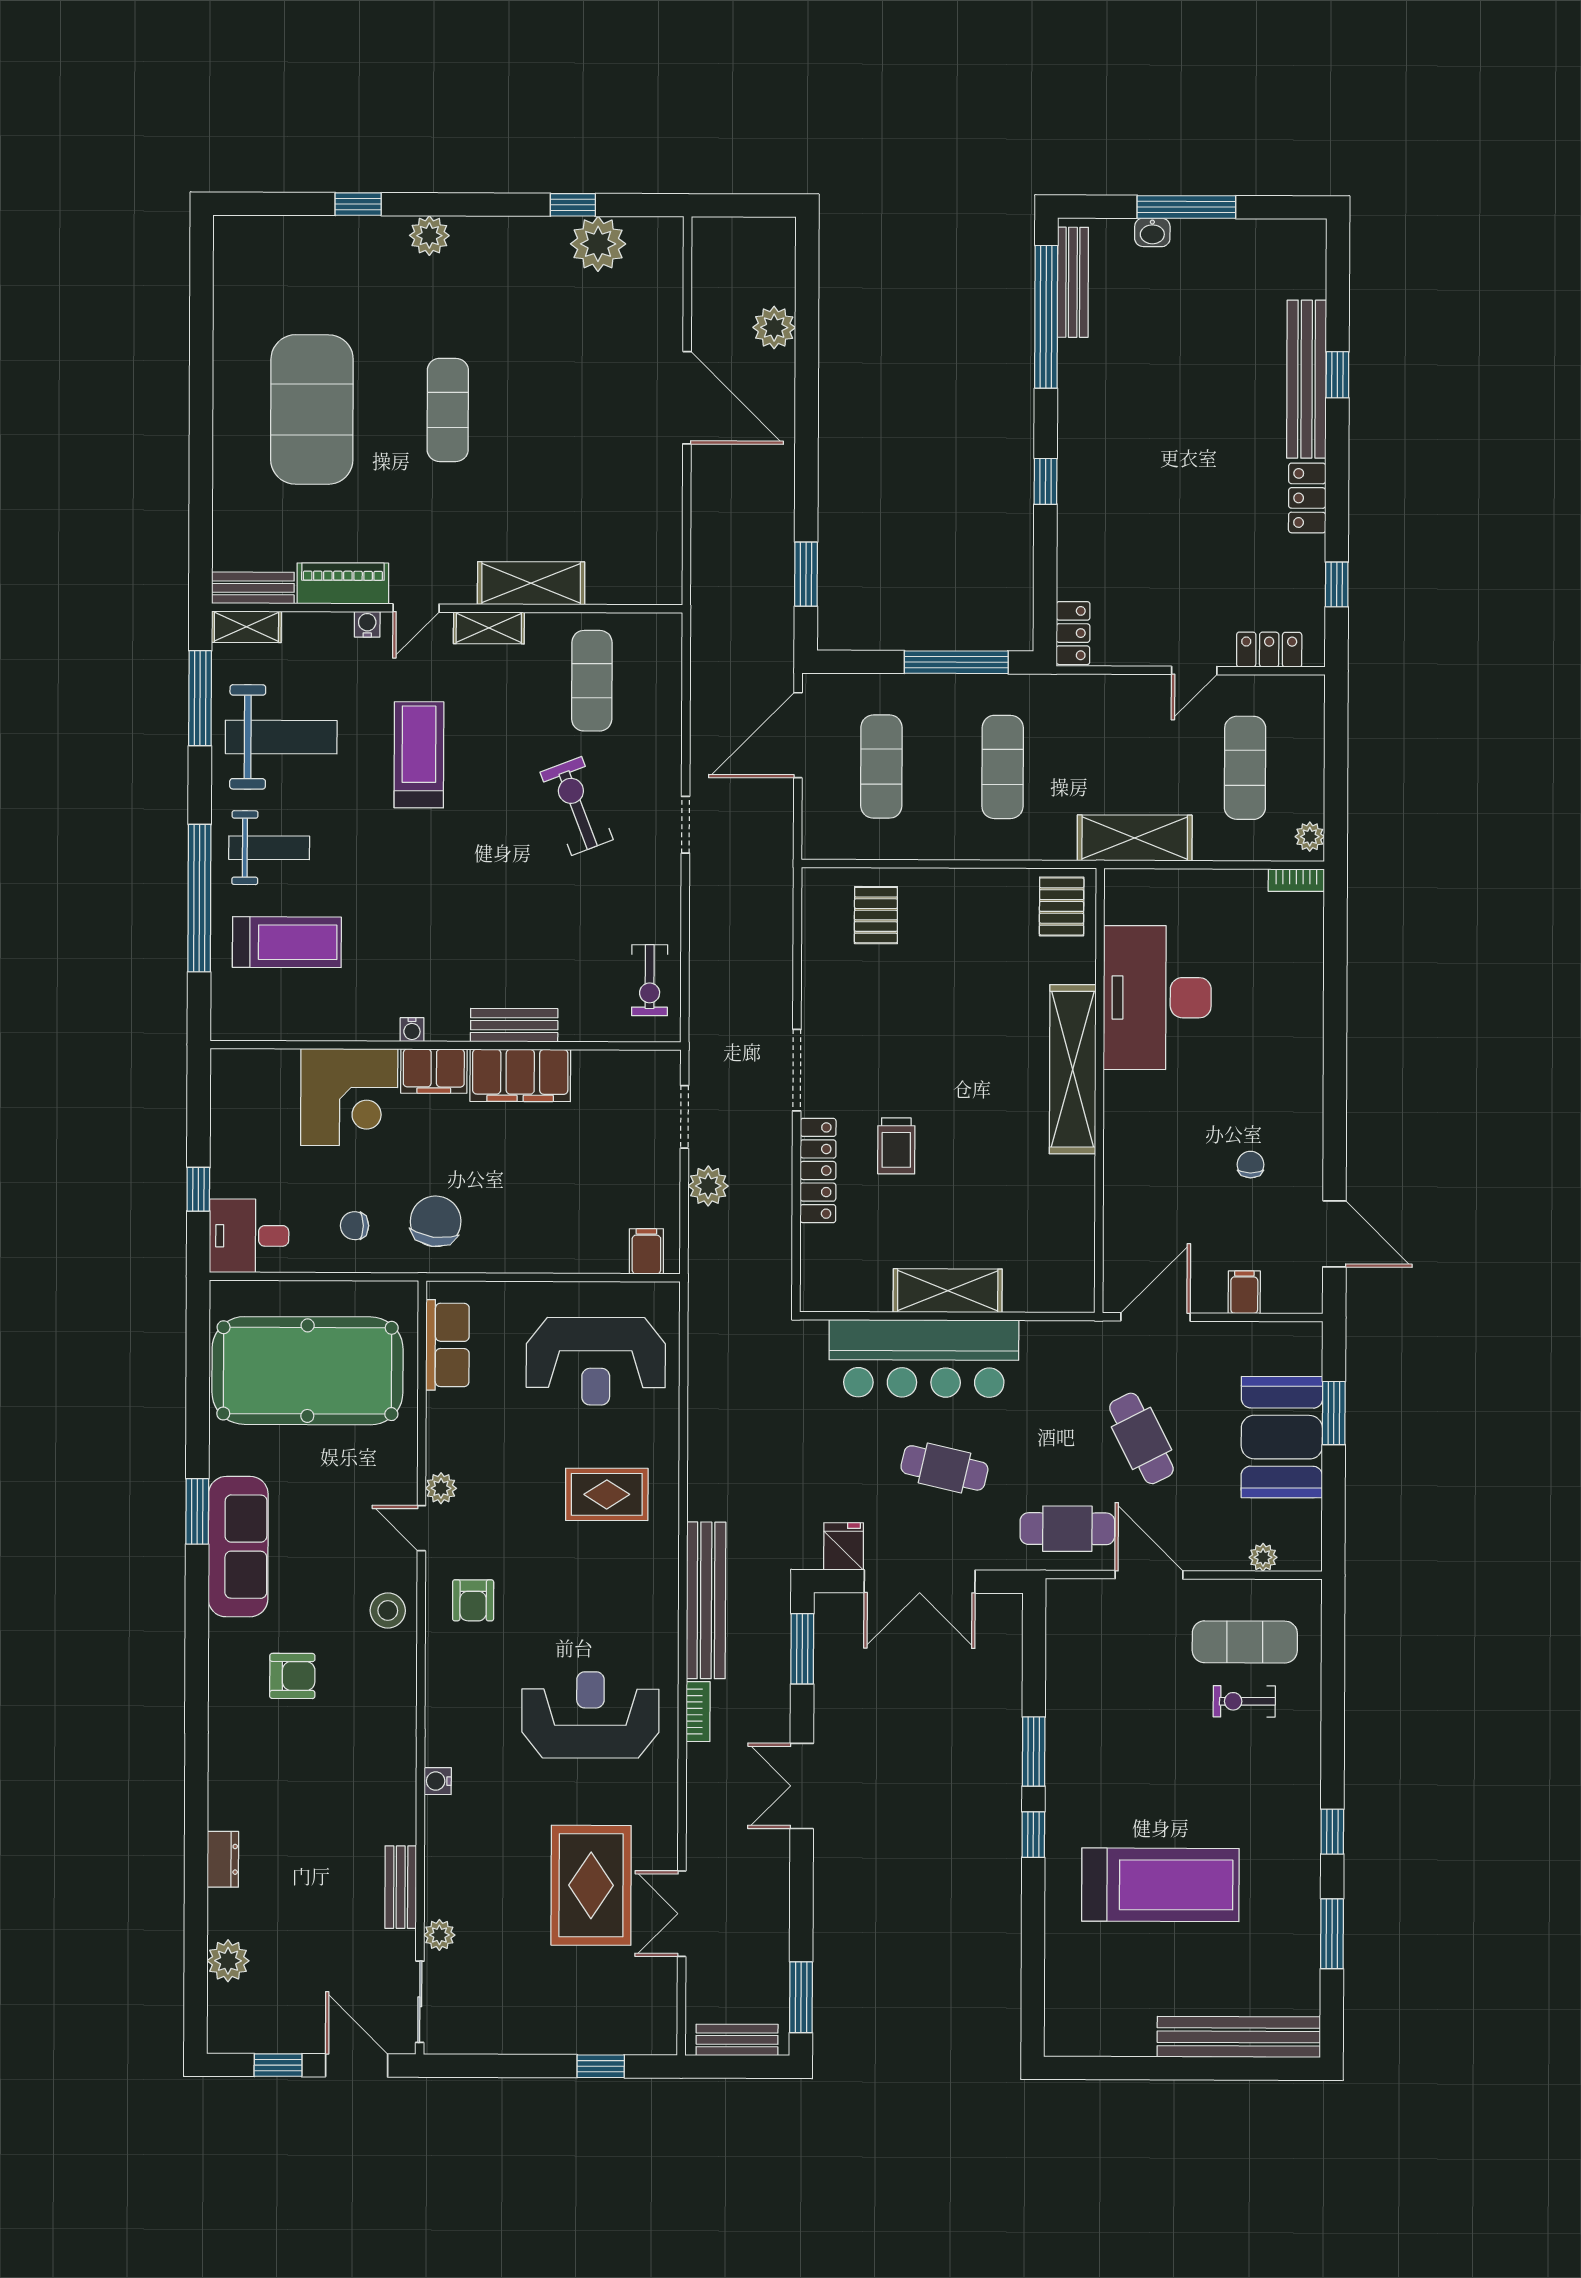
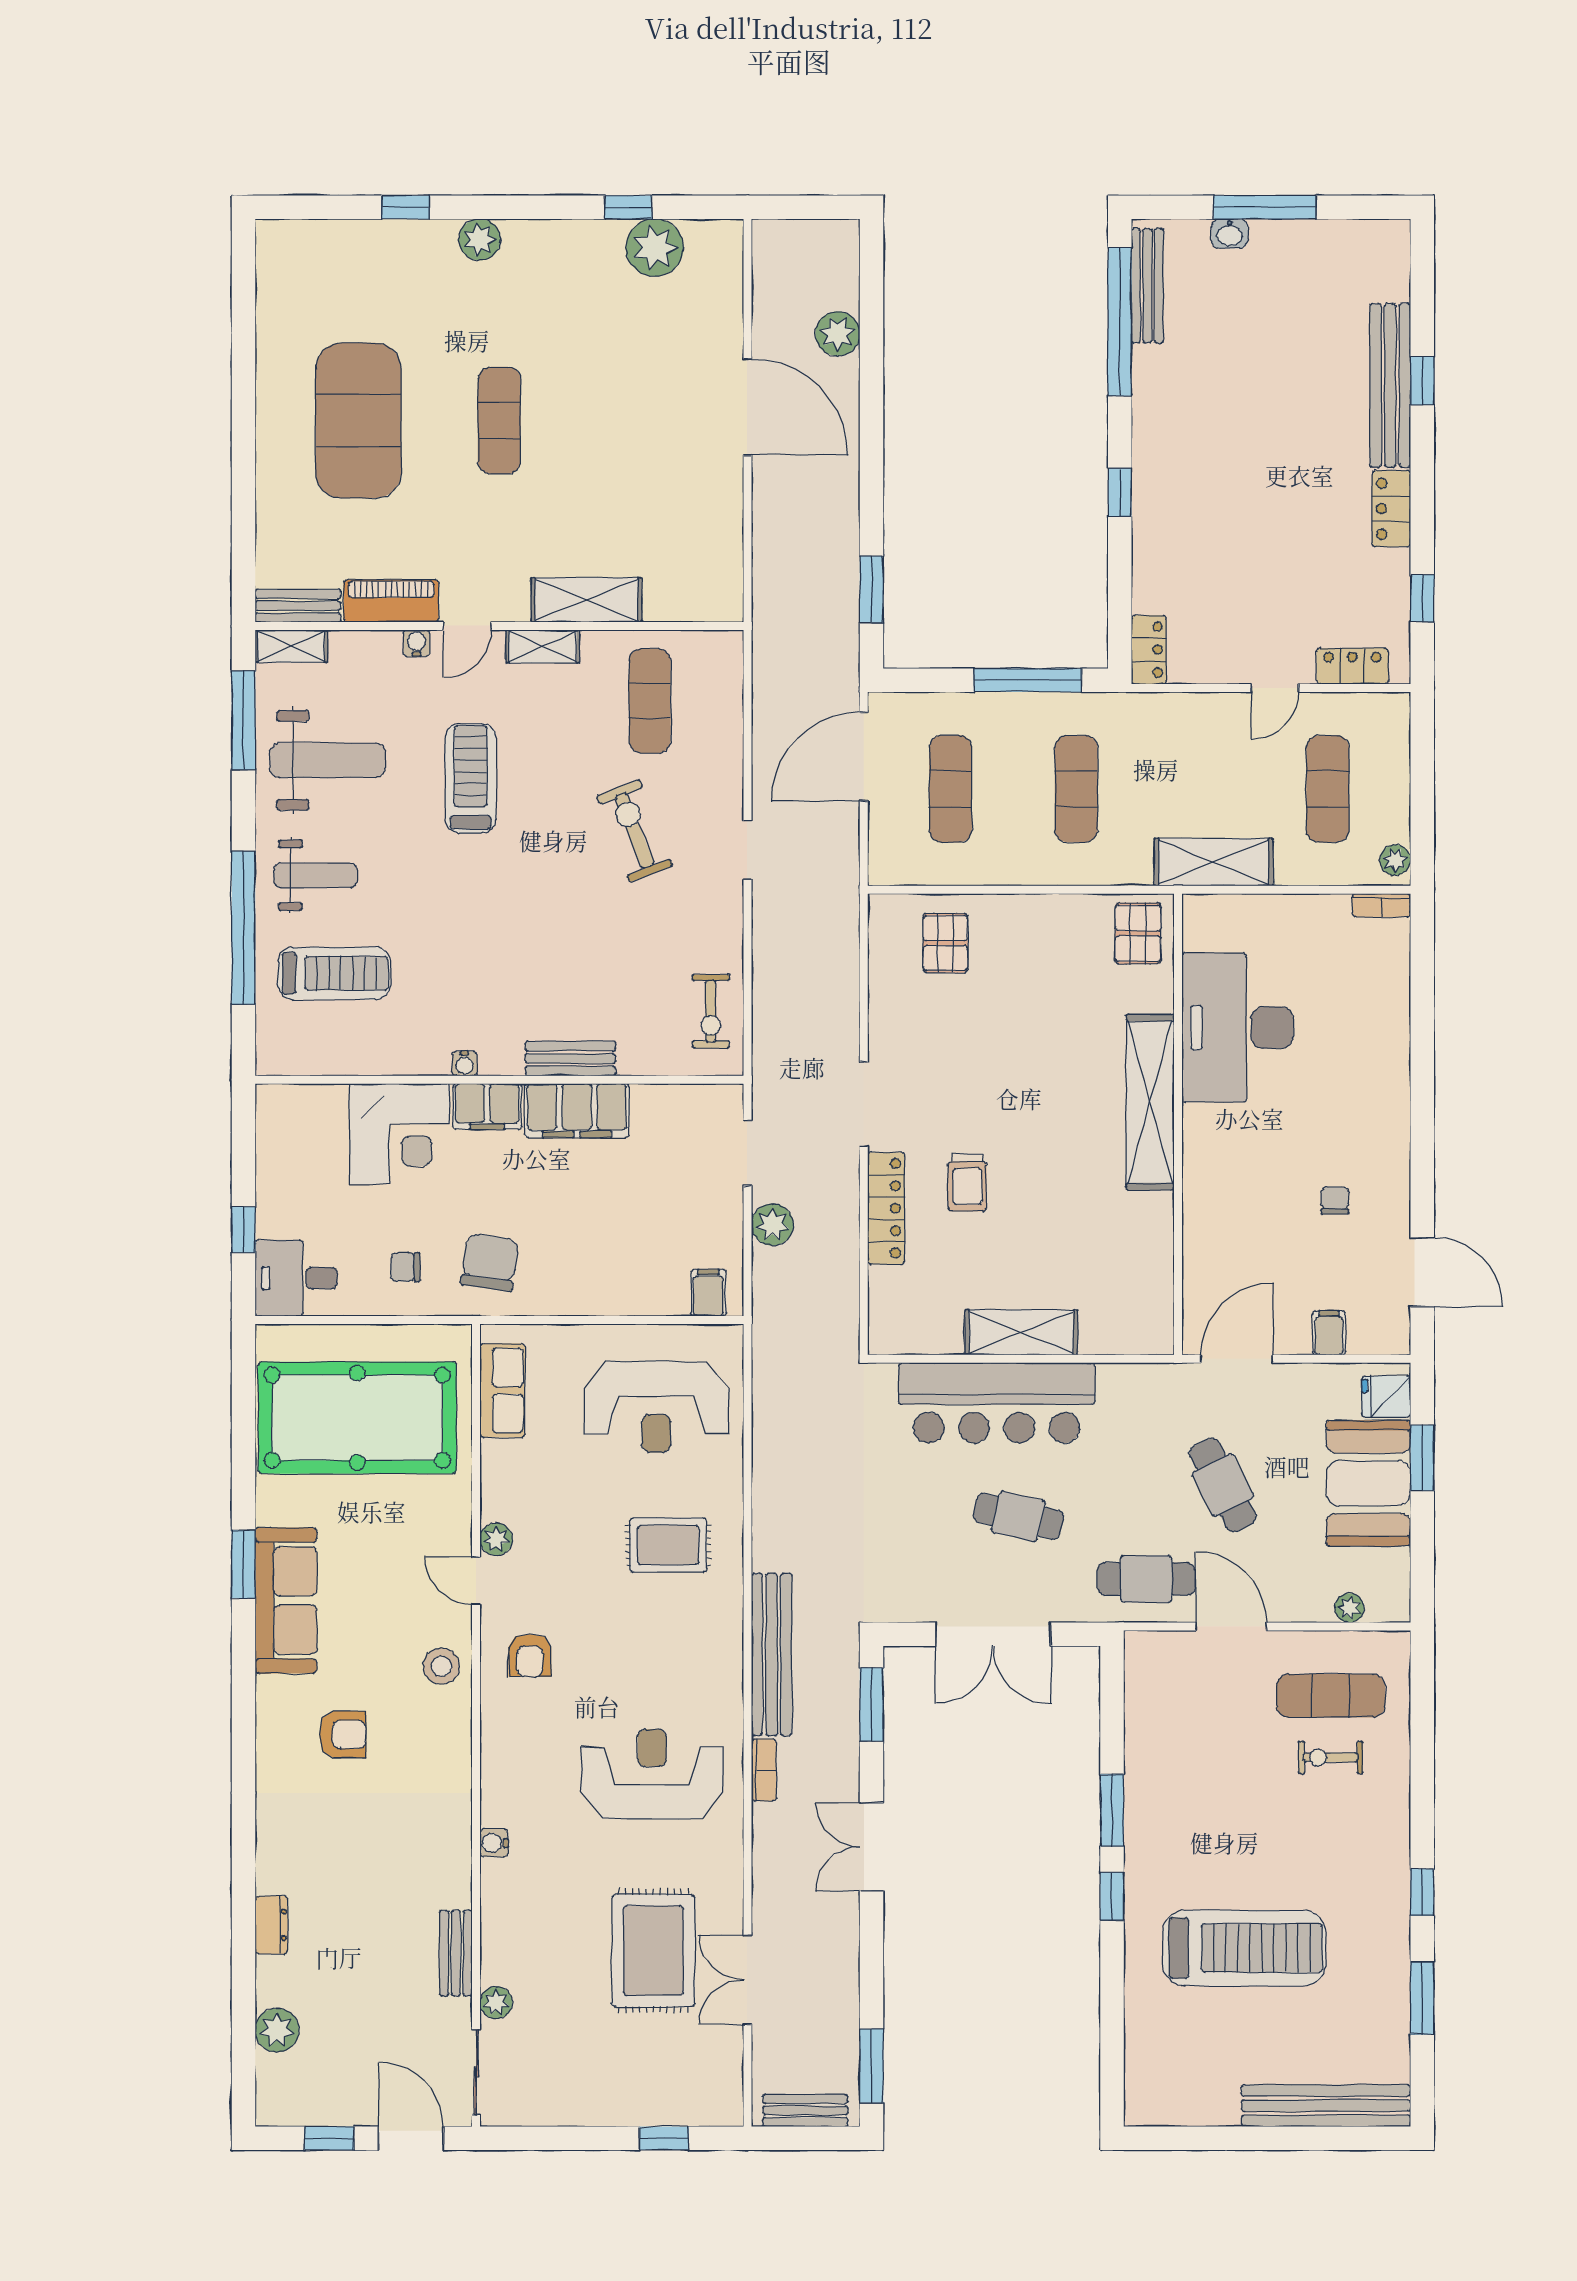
fridge: (844, 1546) -> (1386, 1397), moved, turned -90

